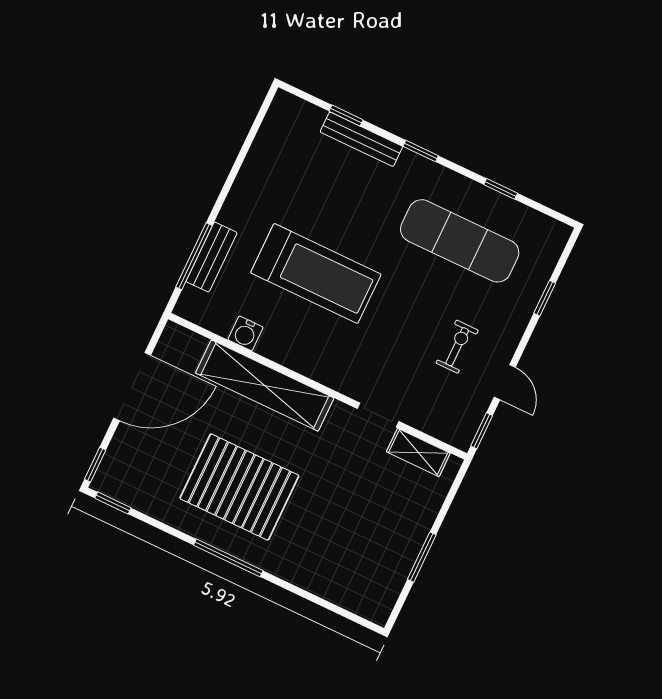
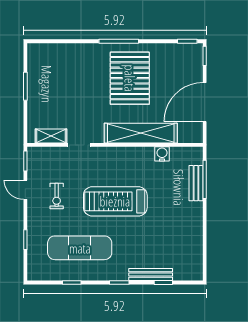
treadmill: (316, 273) -> (115, 201), moved
pallet: (239, 487) -> (130, 78), turned 90

